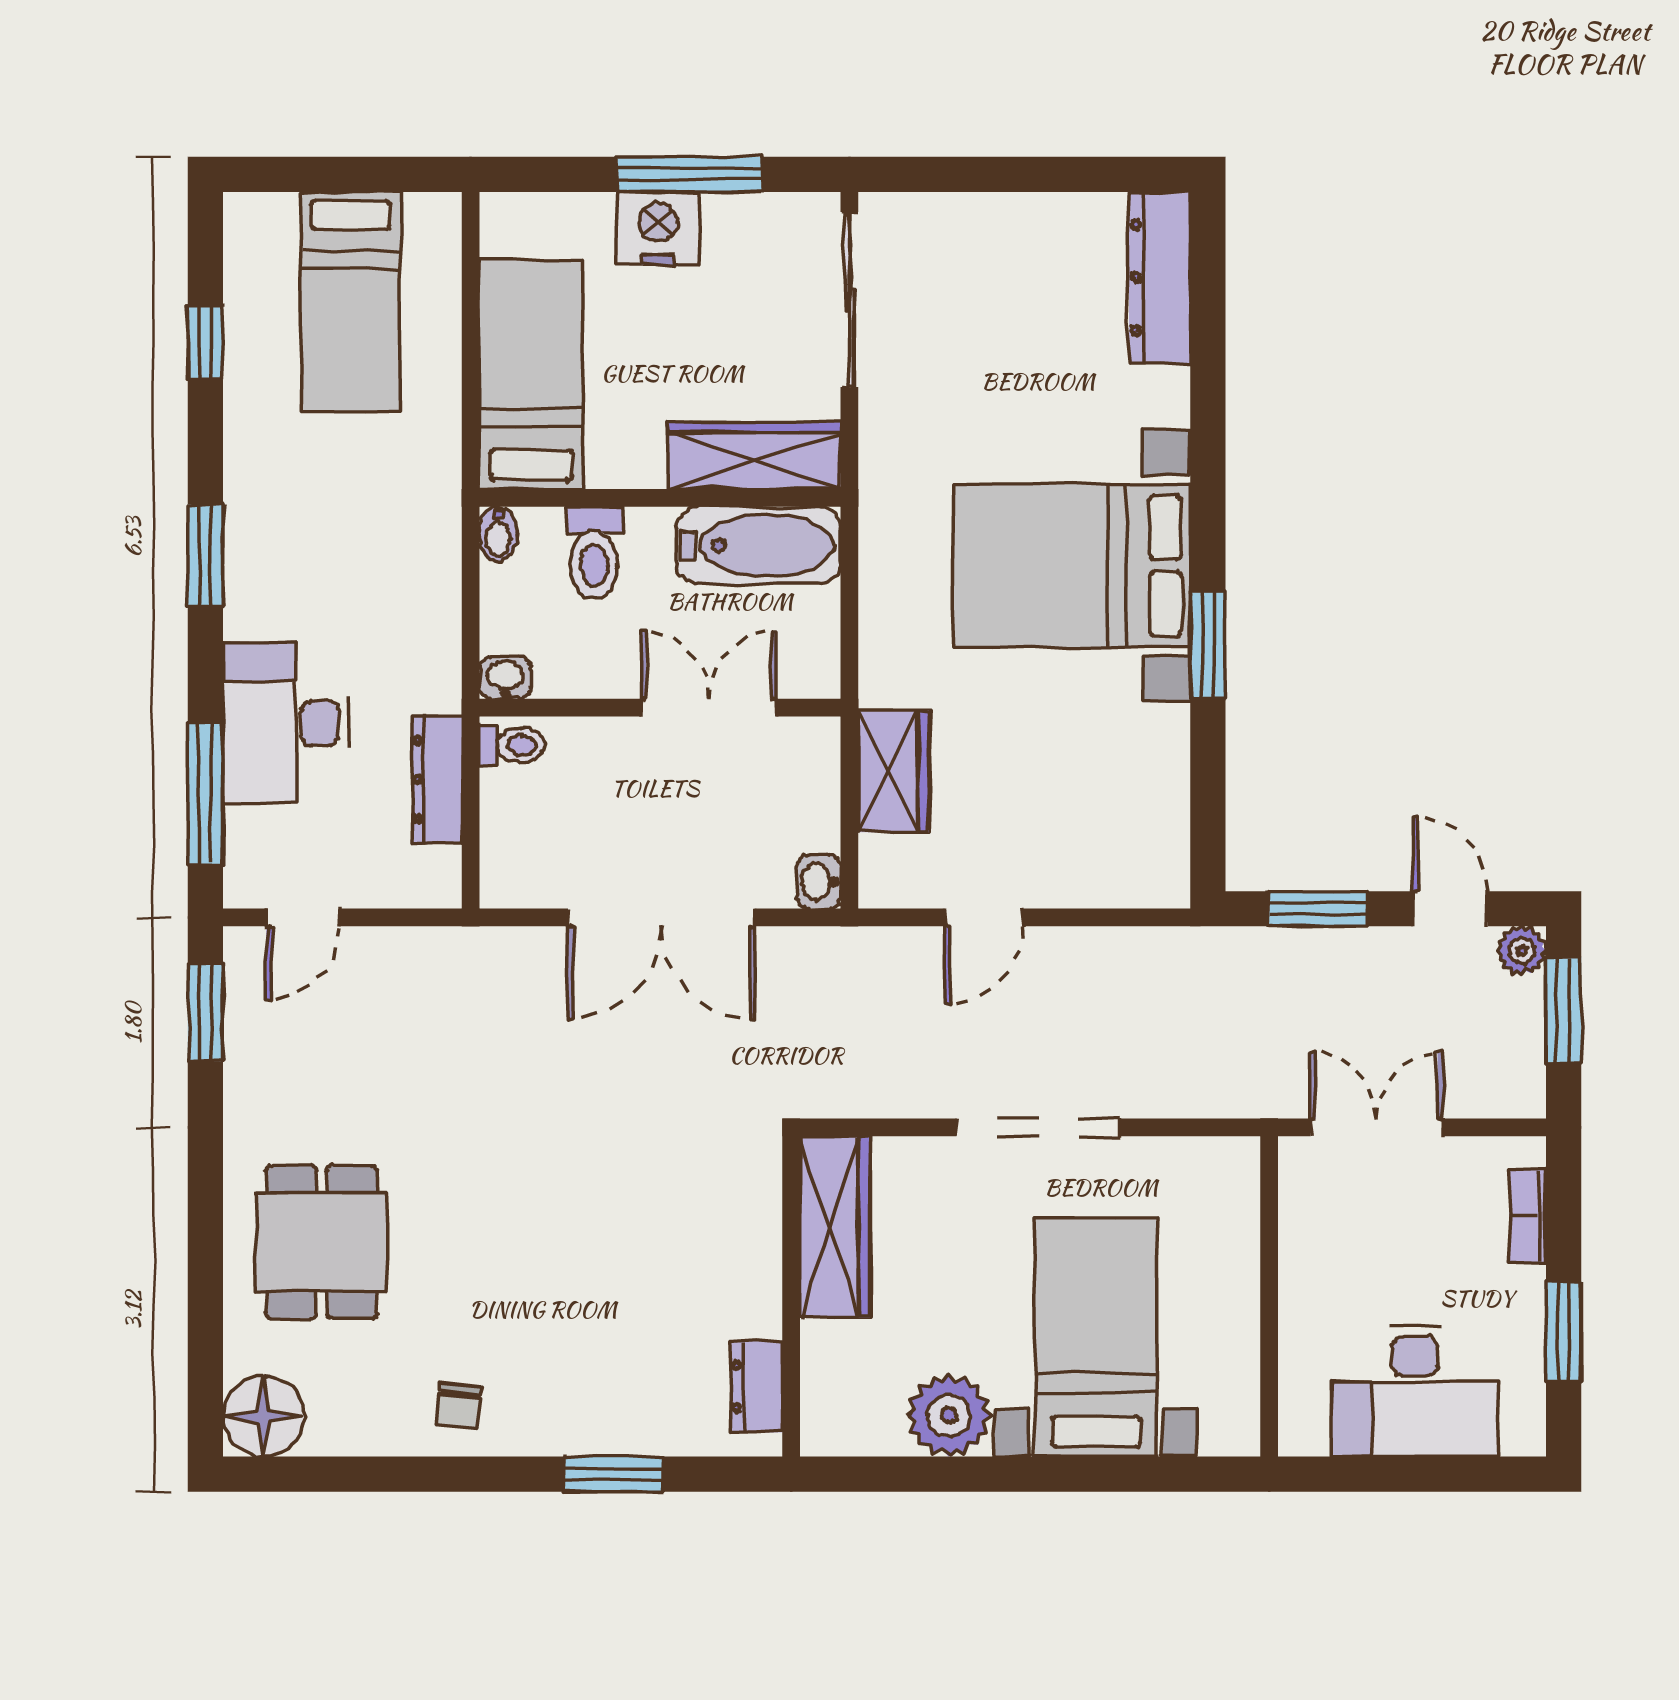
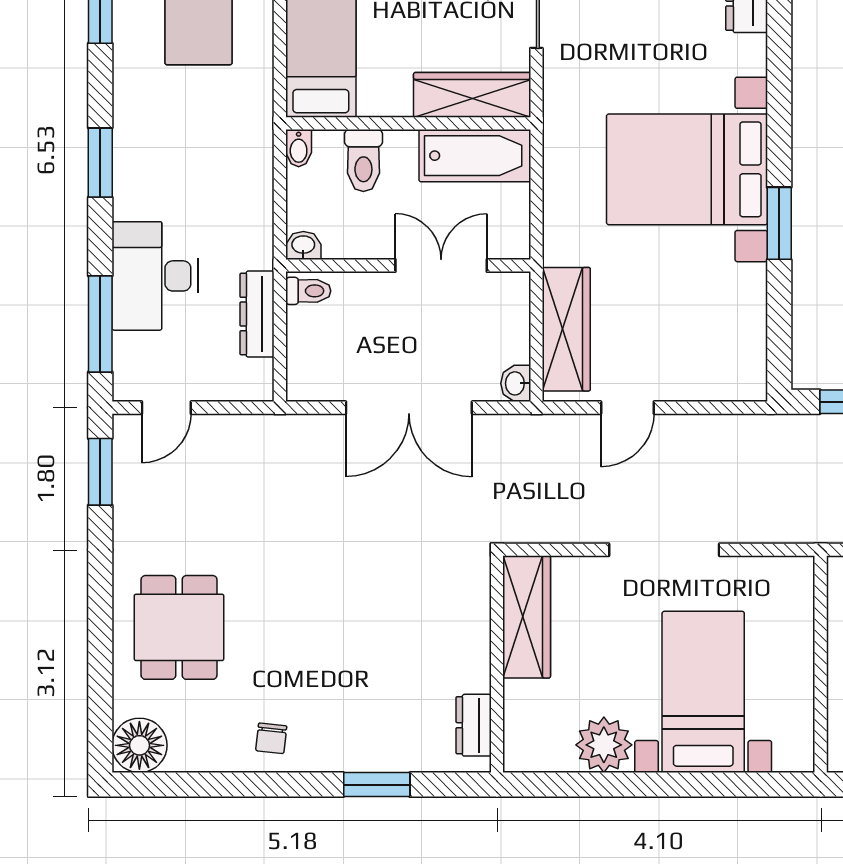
wardrobe: (894, 771) -> (566, 329), width x1.50

